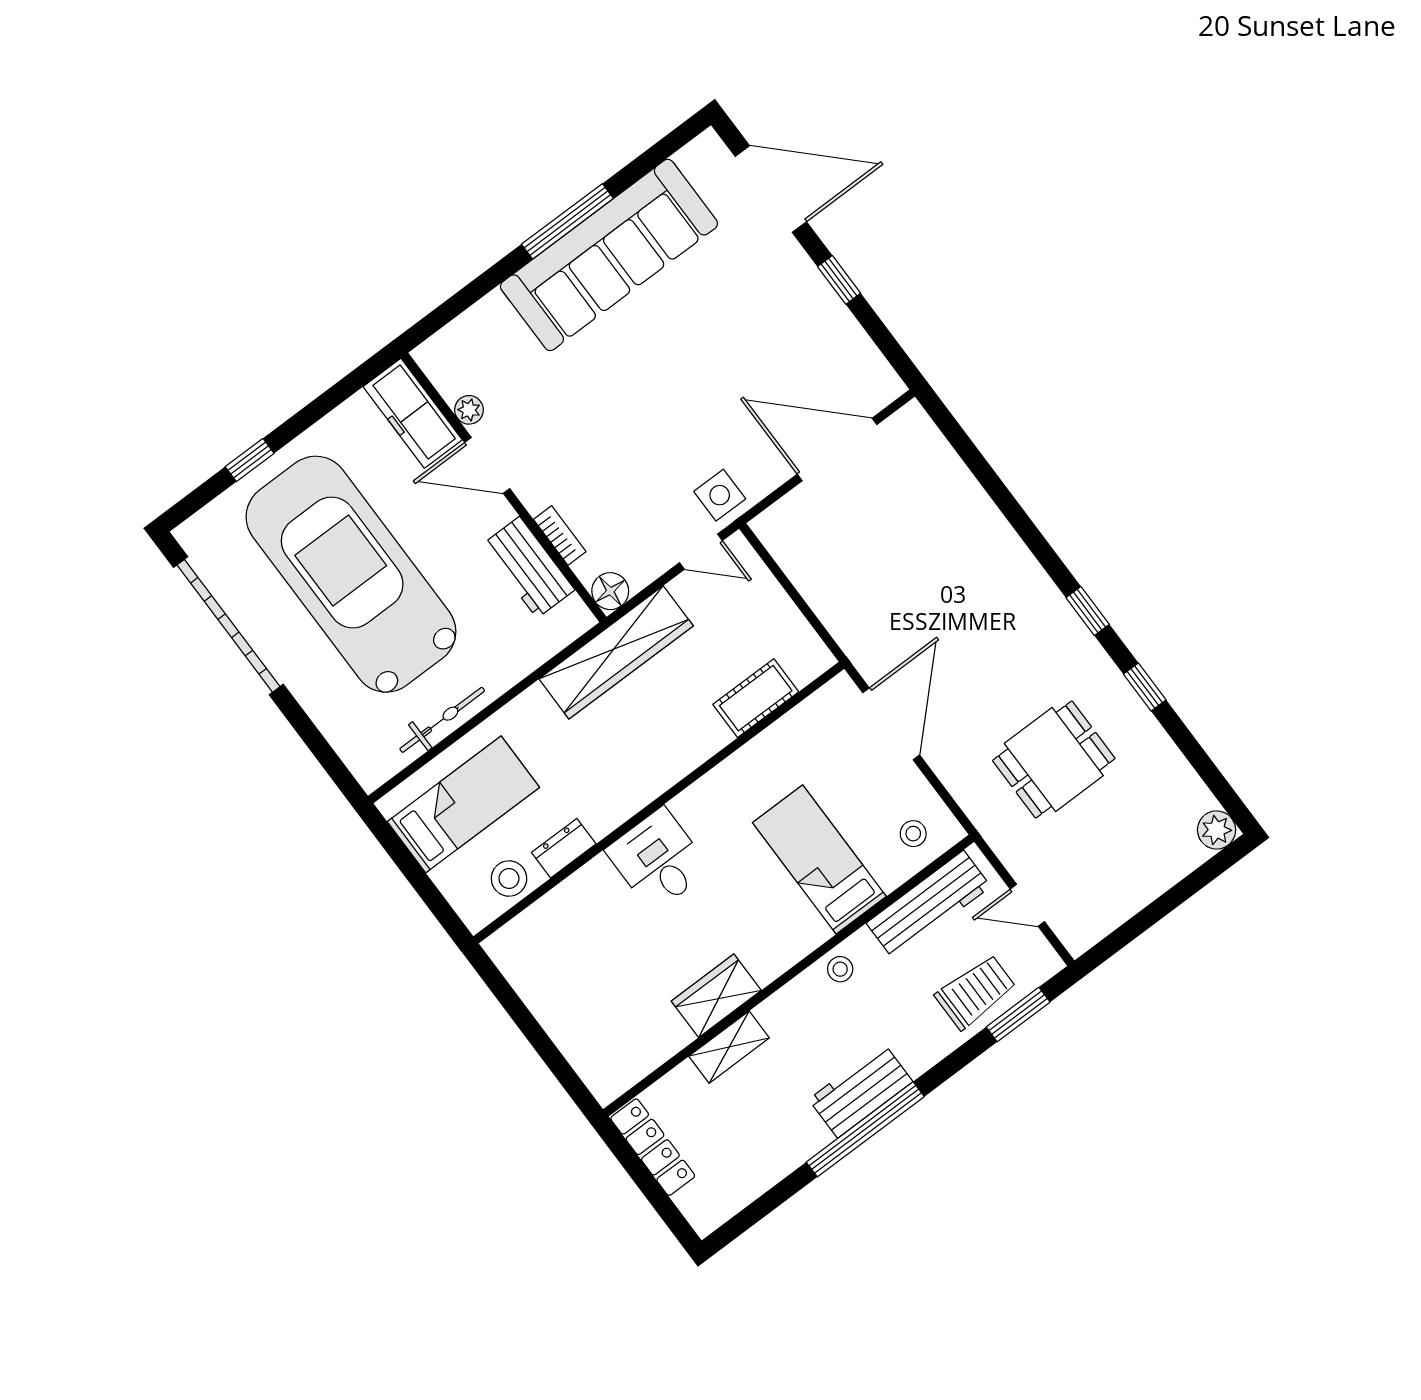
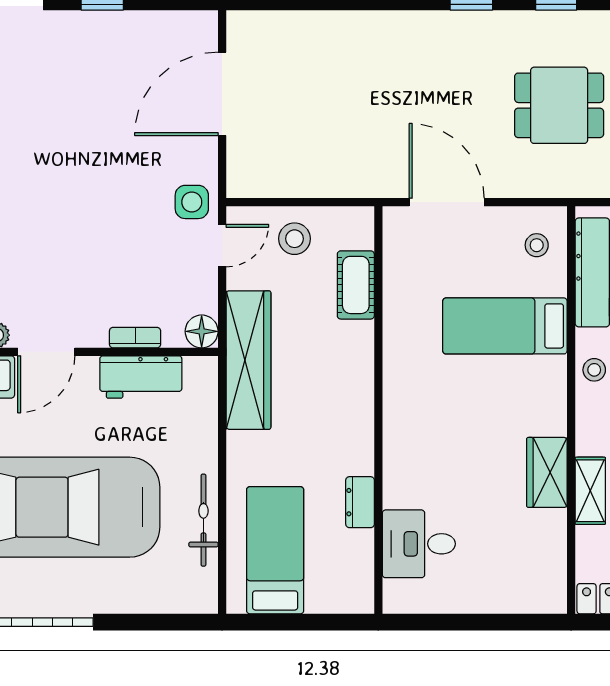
dining table: (1054, 759) -> (559, 105), turned 90
desk: (658, 860) -> (419, 544), moved
stool: (509, 879) -> (295, 239), moved

